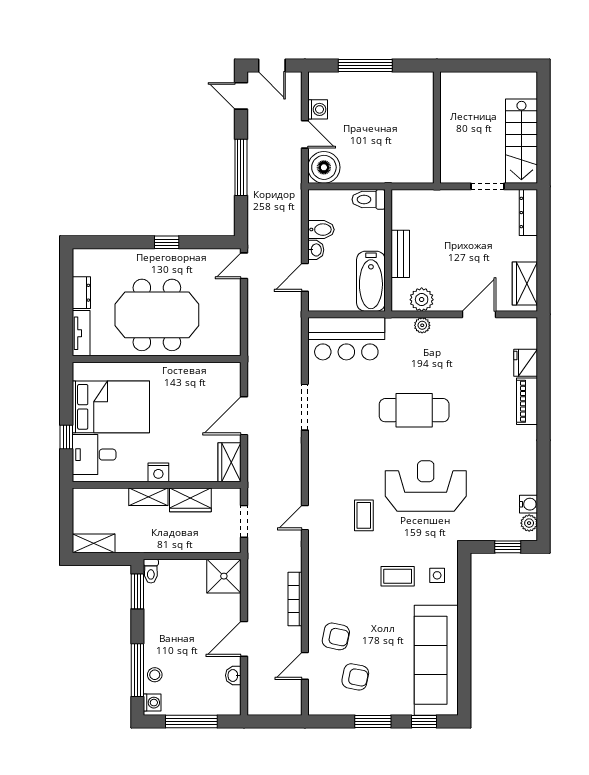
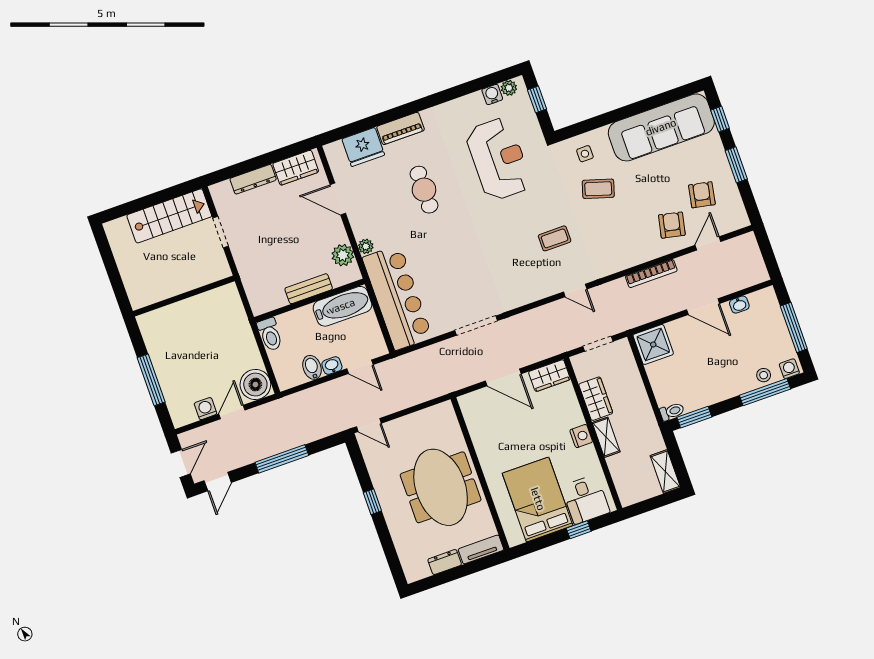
dresser: (528, 213) -> (253, 179), moved
bar counter: (346, 339) -> (397, 298), width x1.36
fridge: (526, 363) -> (363, 147), width x1.36, depth x1.34
cafe table: (414, 410) -> (424, 190), moved, width x0.73, depth x0.74
reception desk: (426, 486) -> (498, 159), moved, turned 180
coffee table: (398, 576) -> (598, 189), turned -73
door: (305, 666) -> (708, 243), swing flipped

